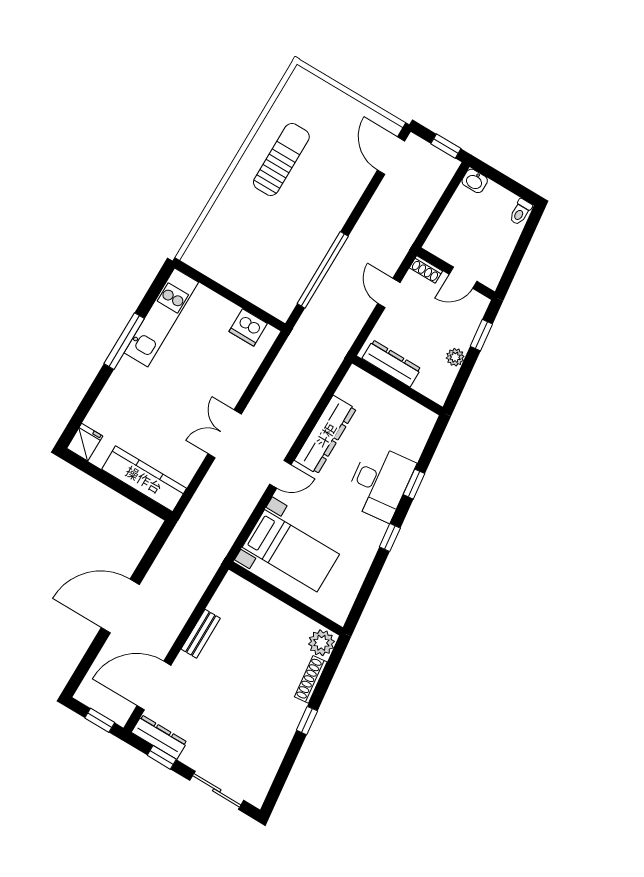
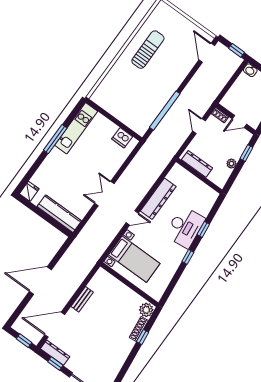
window: (307, 721) -> (143, 337), moved

